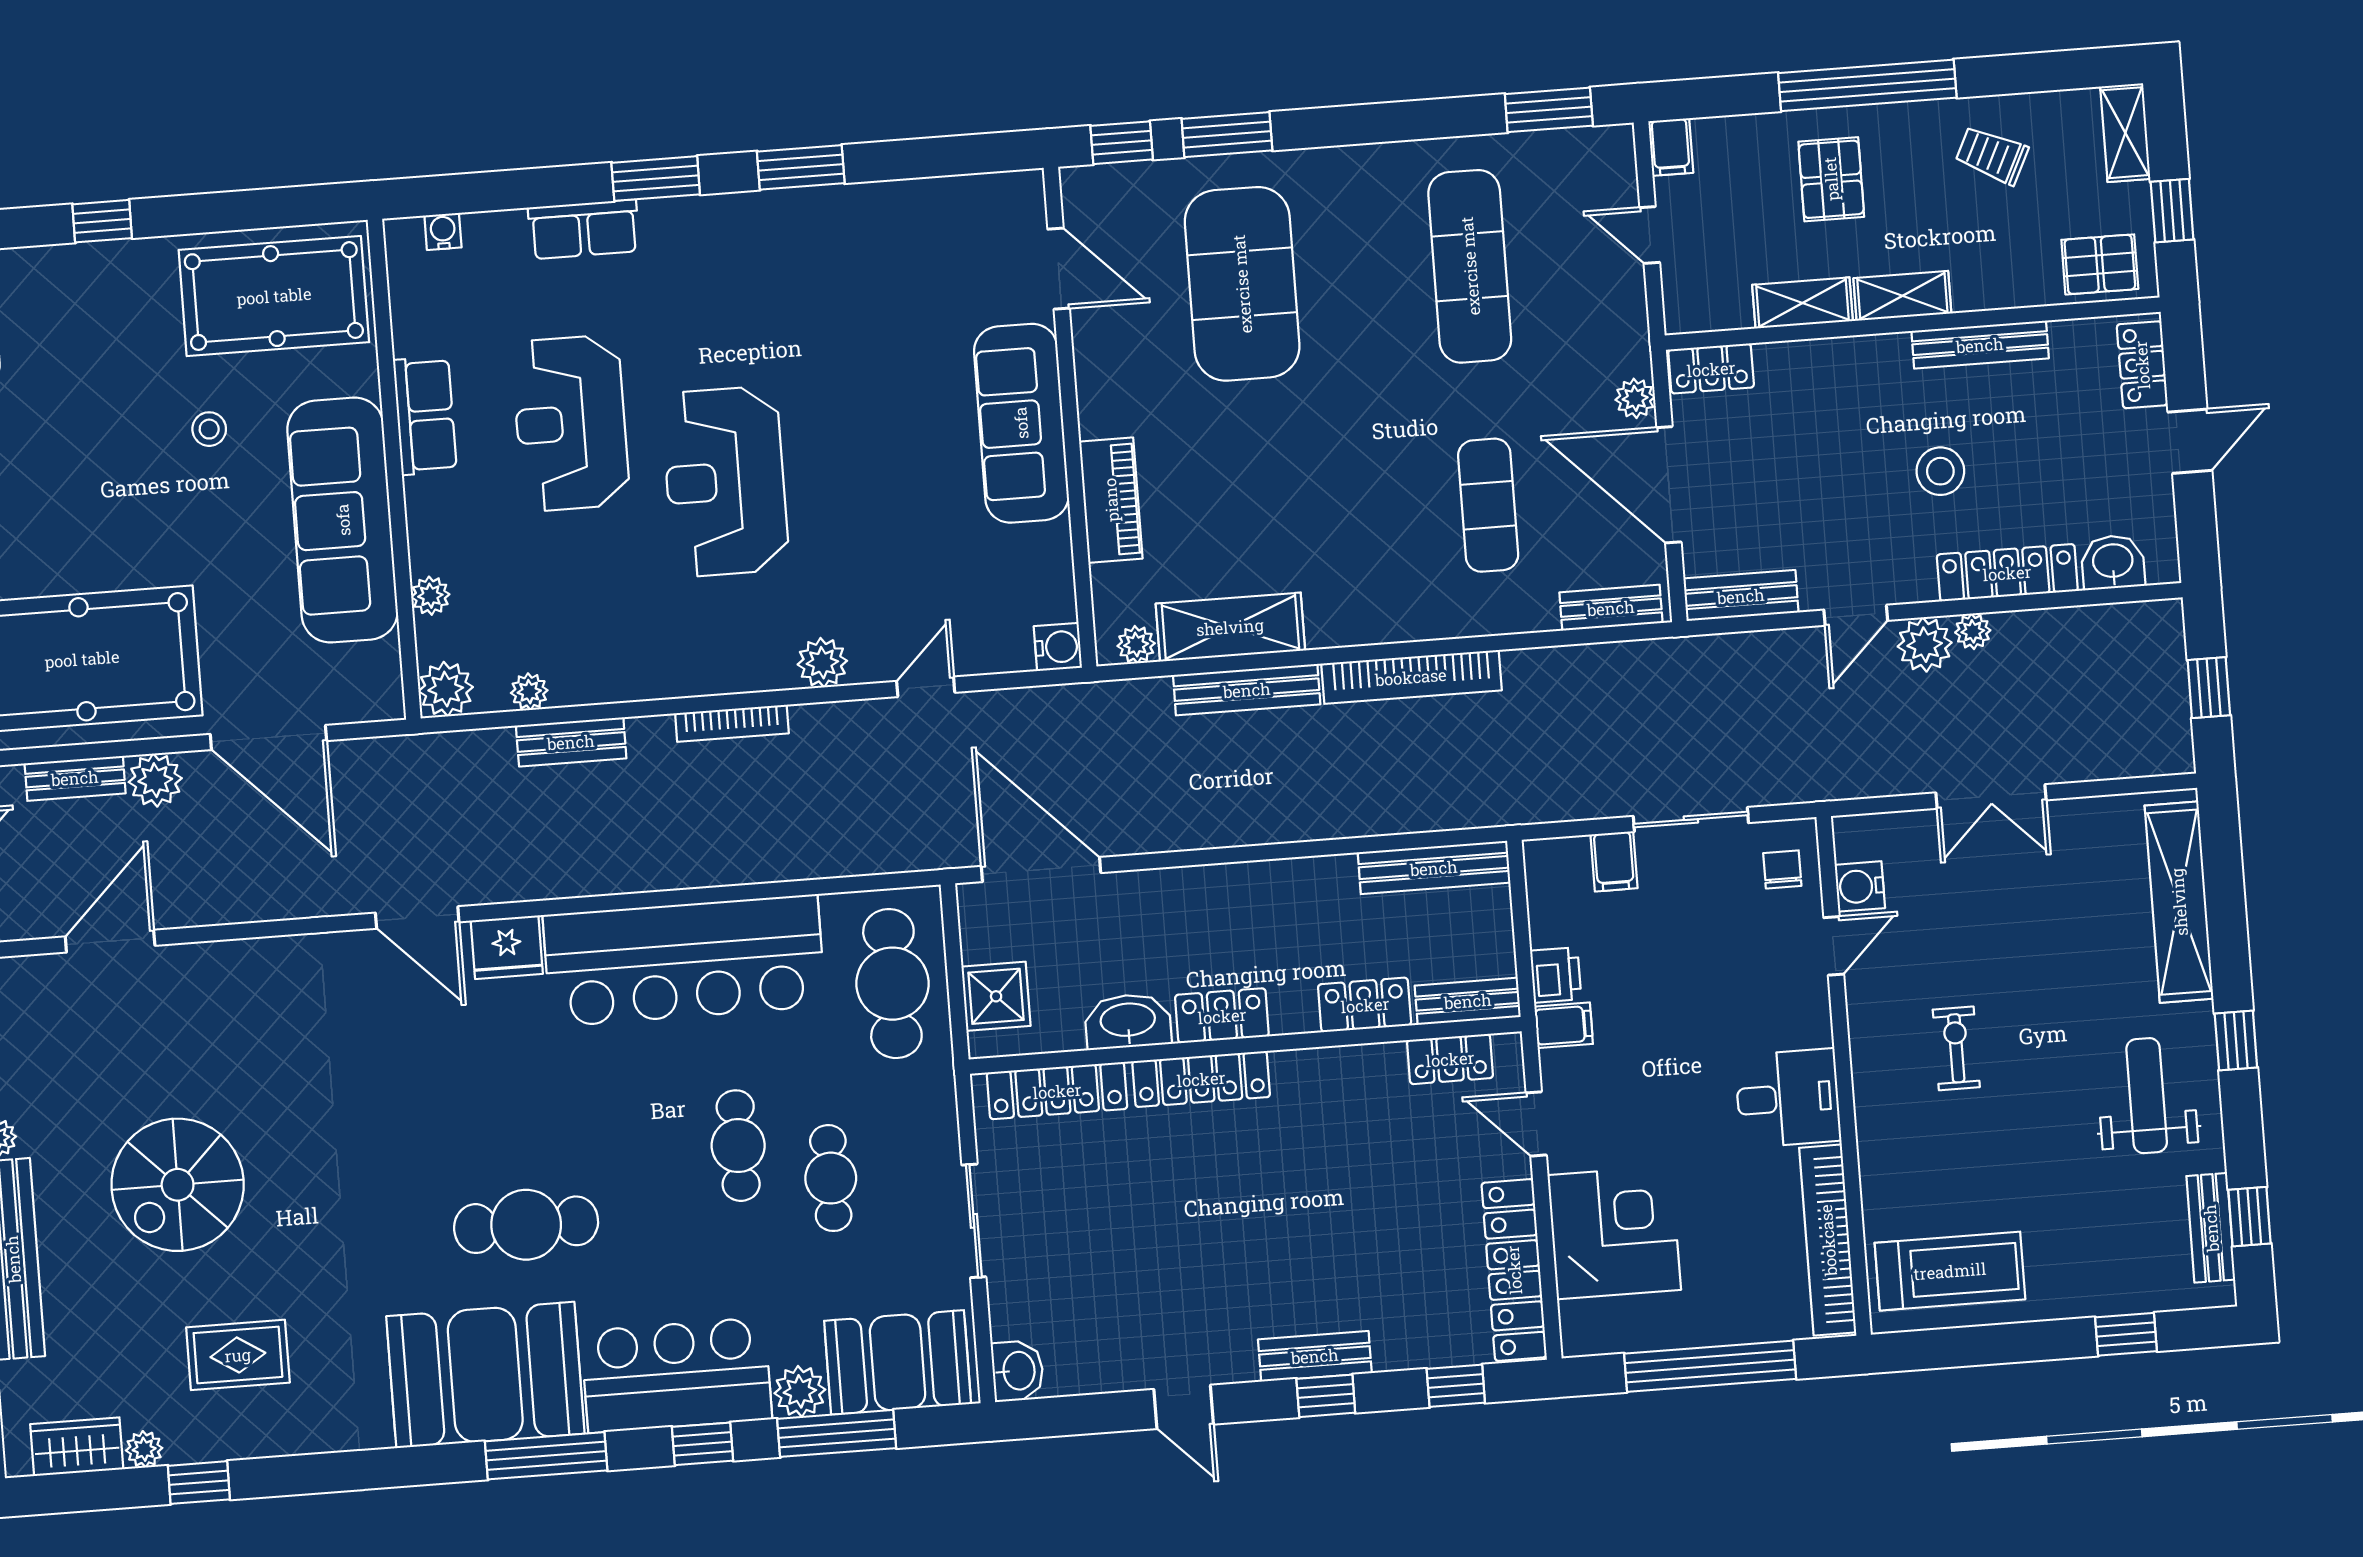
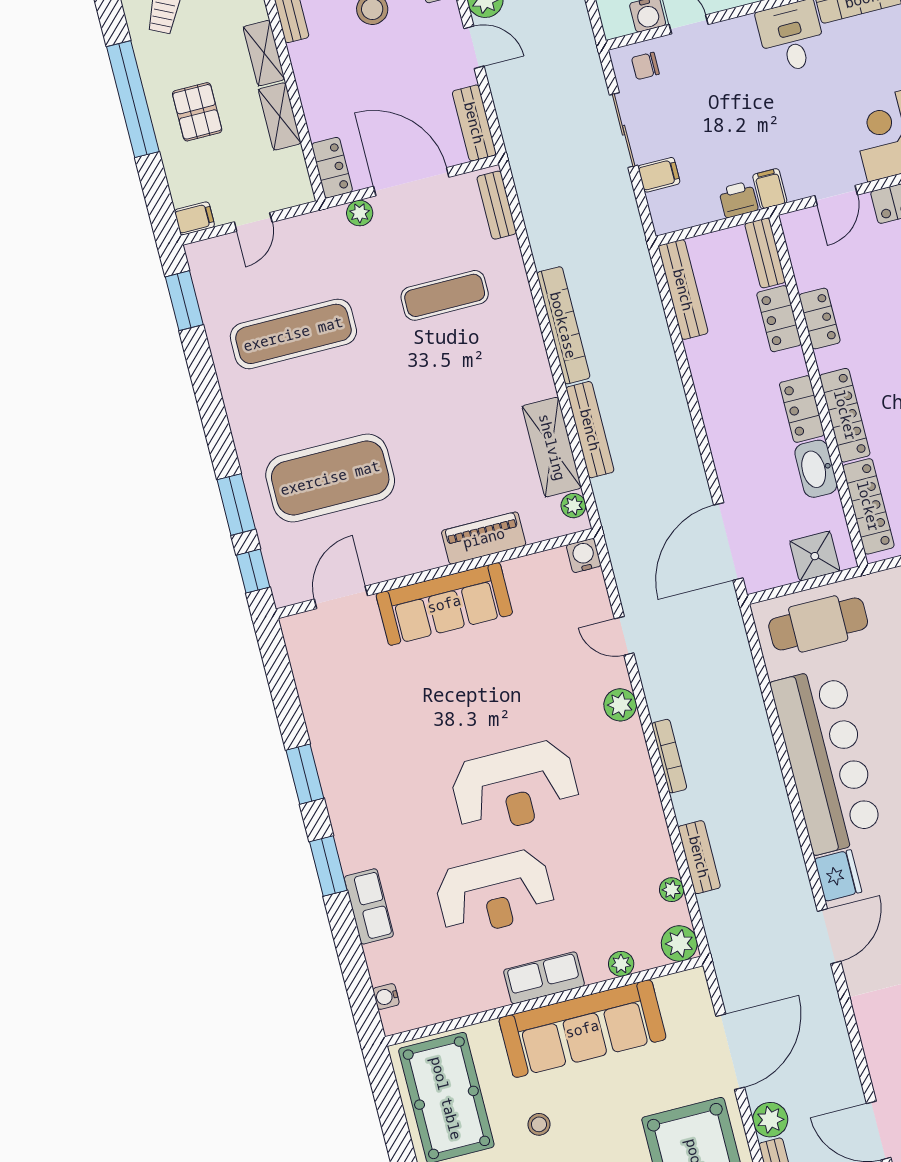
pallet: (1831, 179) -> (197, 112), turned 90
row of seats: (425, 416) -> (544, 978), moved
door: (1669, 485) -> (411, 182), swing flipped
locker: (1450, 1059) -> (820, 319), moved

